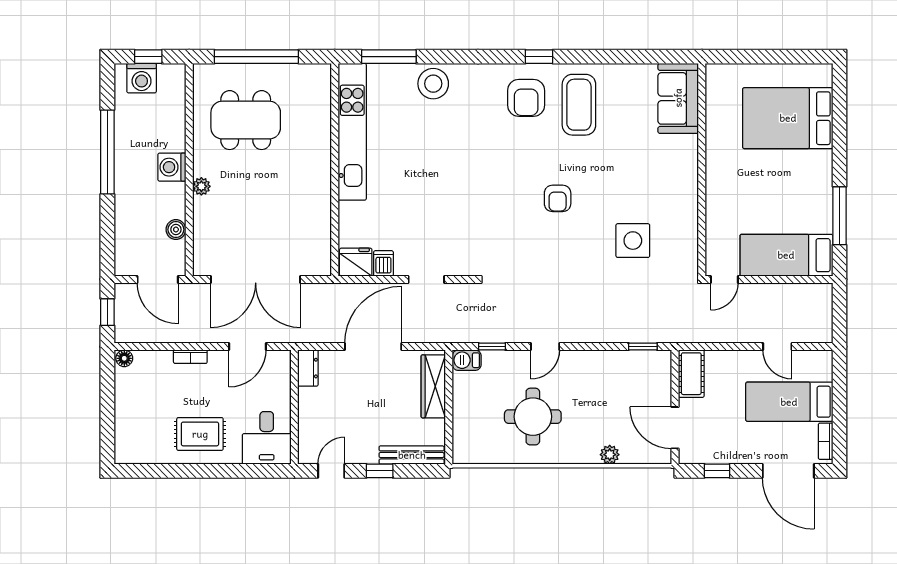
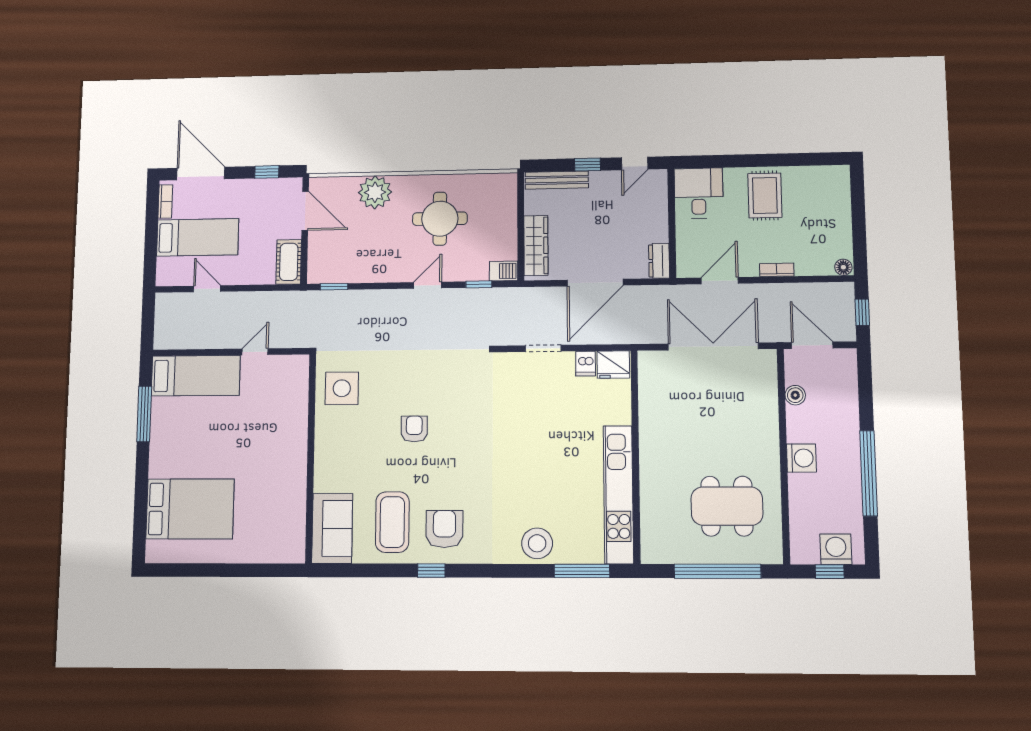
sofa: (678, 98) -> (332, 528), moved
wall: (702, 170) -> (311, 458), moved
plant: (201, 186) -> (770, 439), removed
rug: (200, 434) -> (765, 195), turned 90
plant: (610, 455) -> (375, 192), width x1.87, depth x1.87

